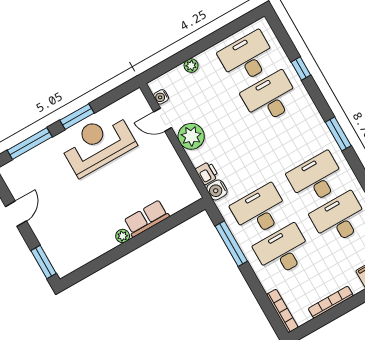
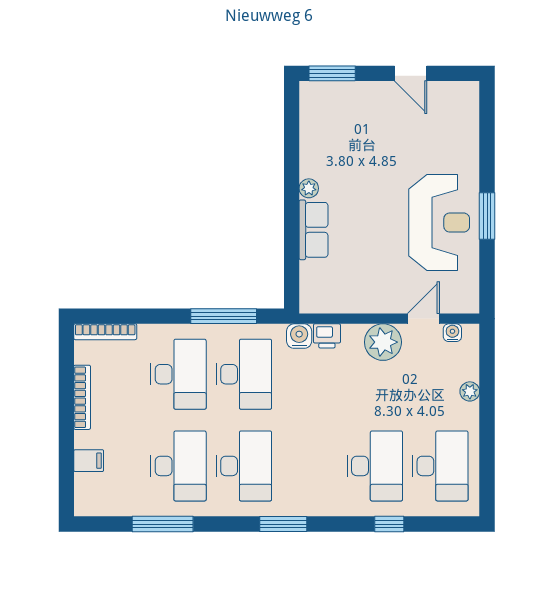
window: (30, 144) -> (487, 139), removed

